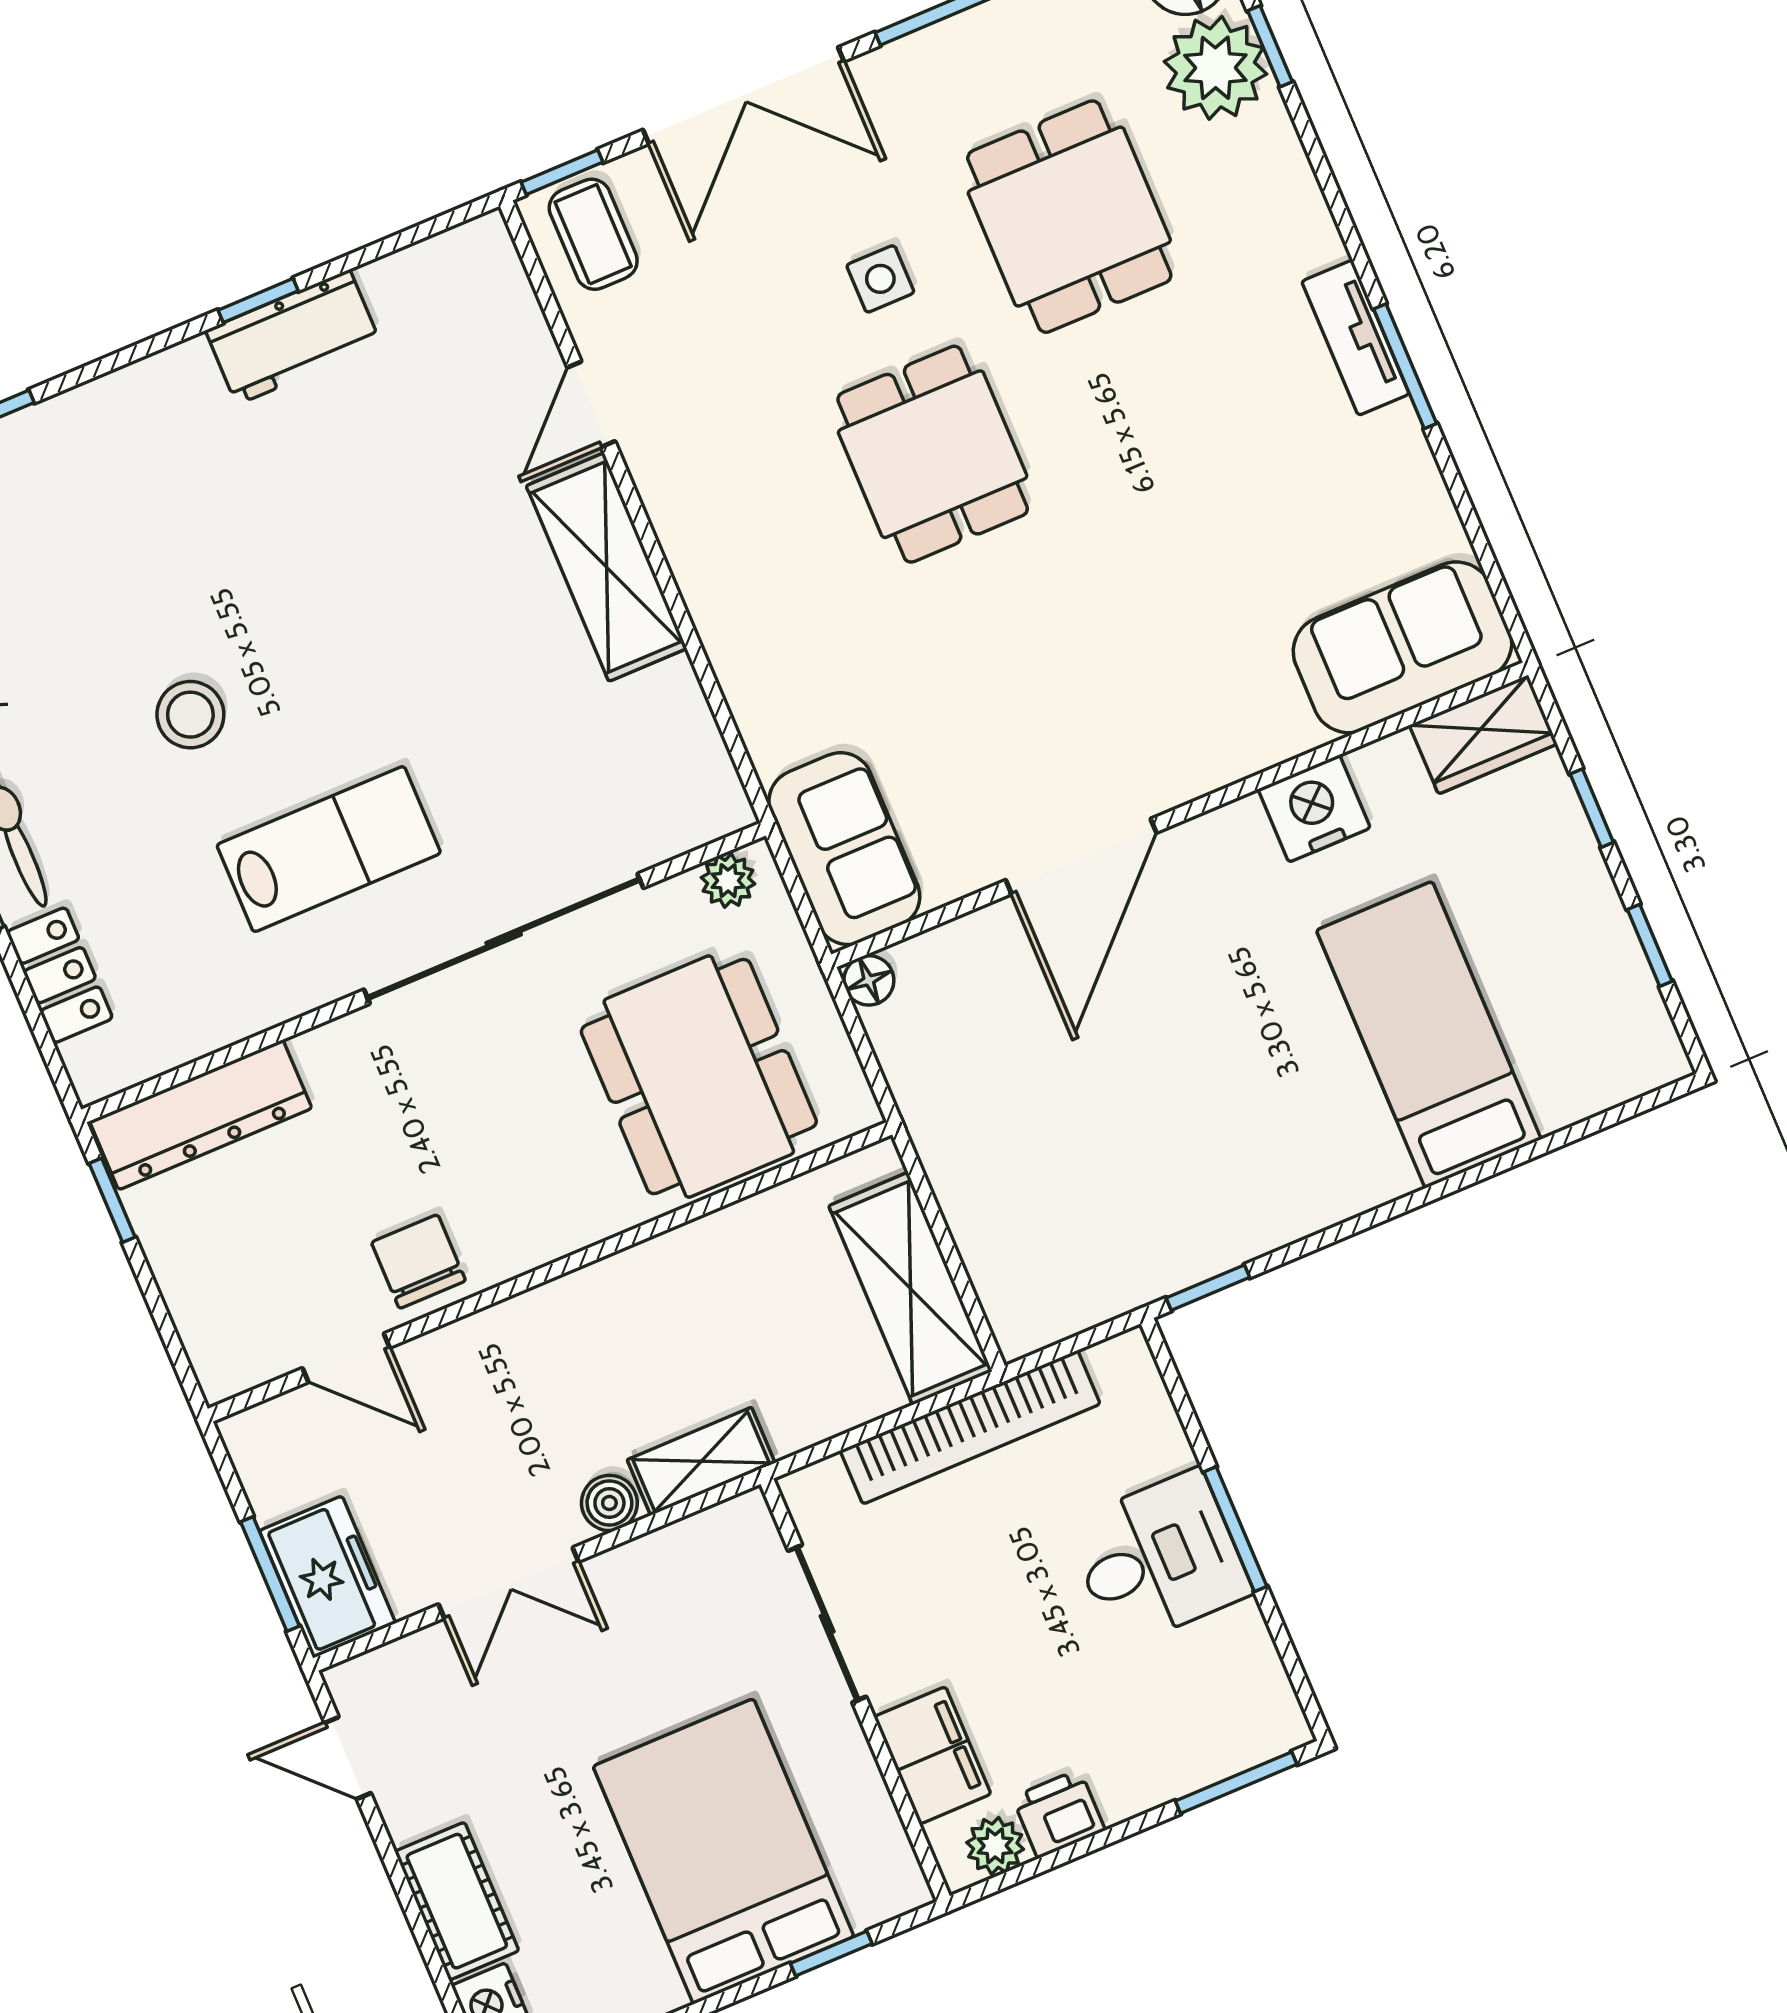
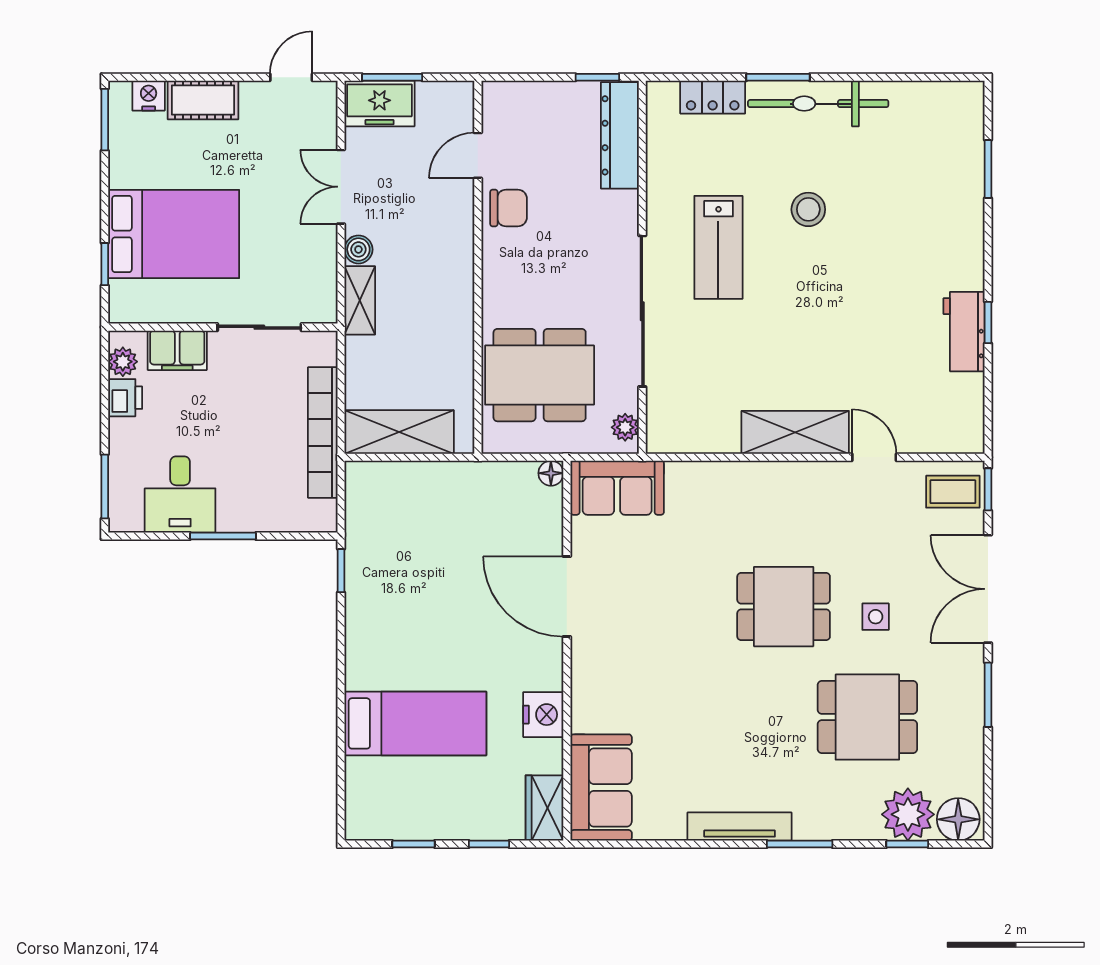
tv unit: (1355, 338) -> (740, 827), width x1.41
window: (1405, 366) -> (800, 844), moved
desk: (1159, 1559) -> (180, 494), moved

